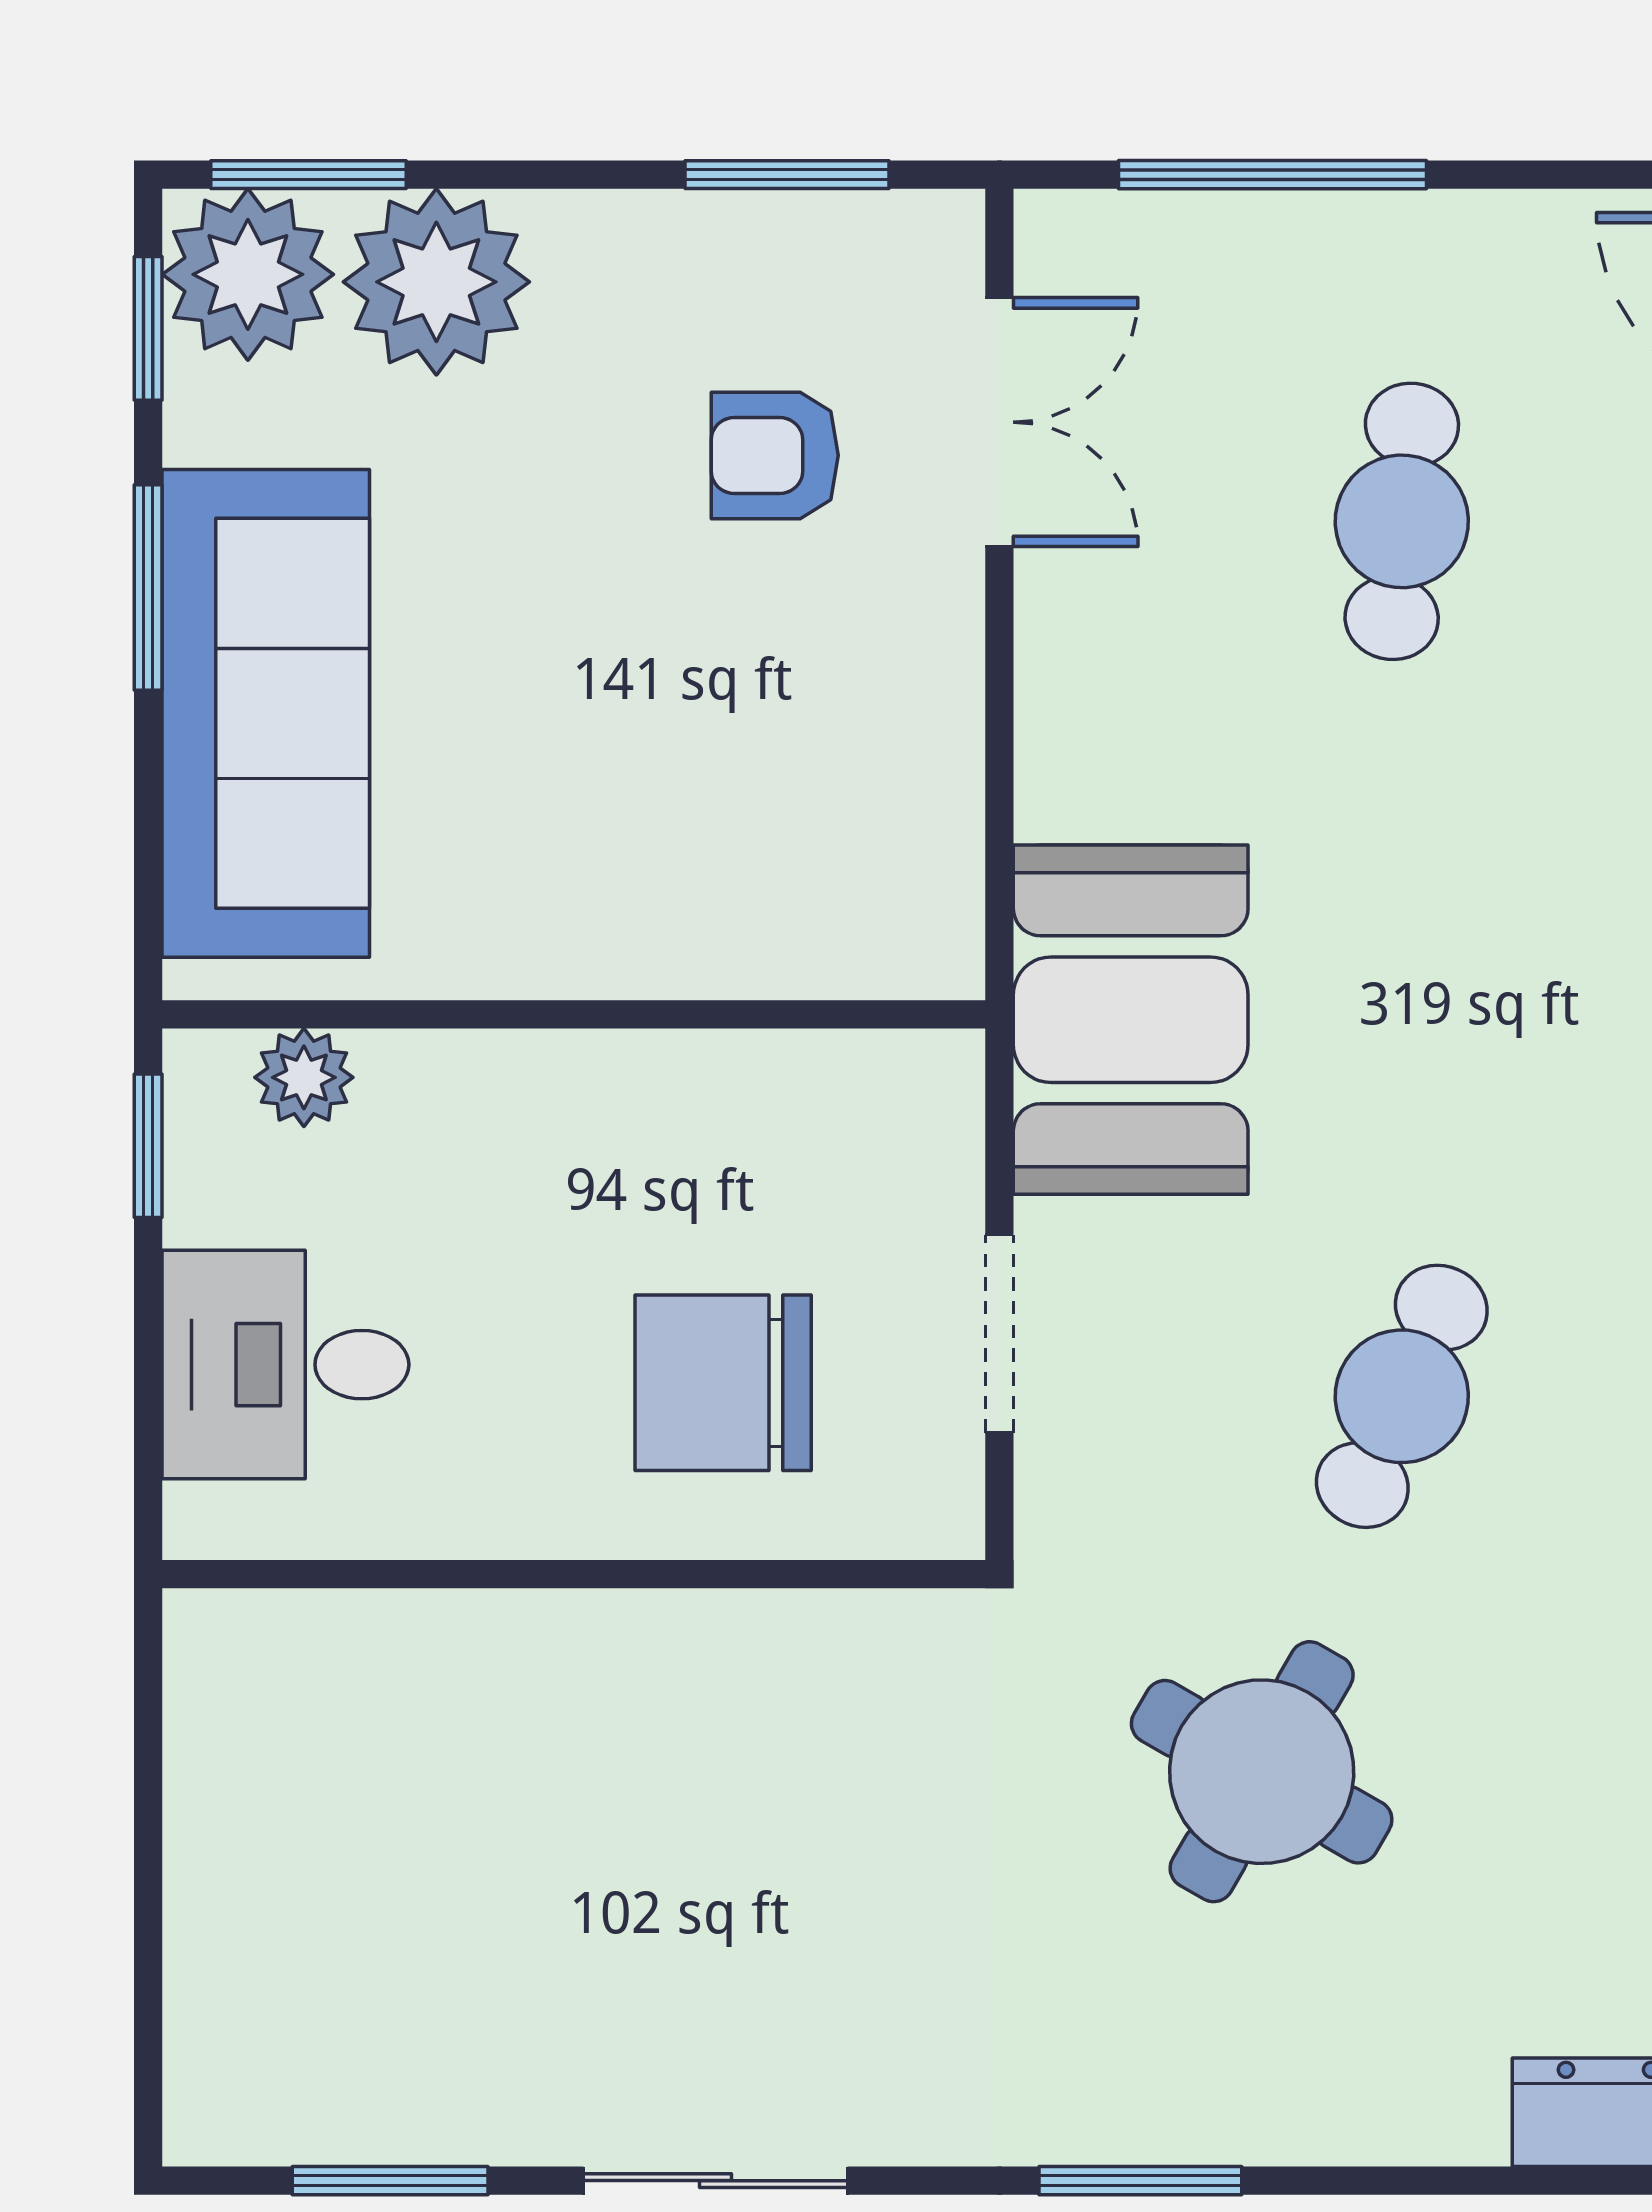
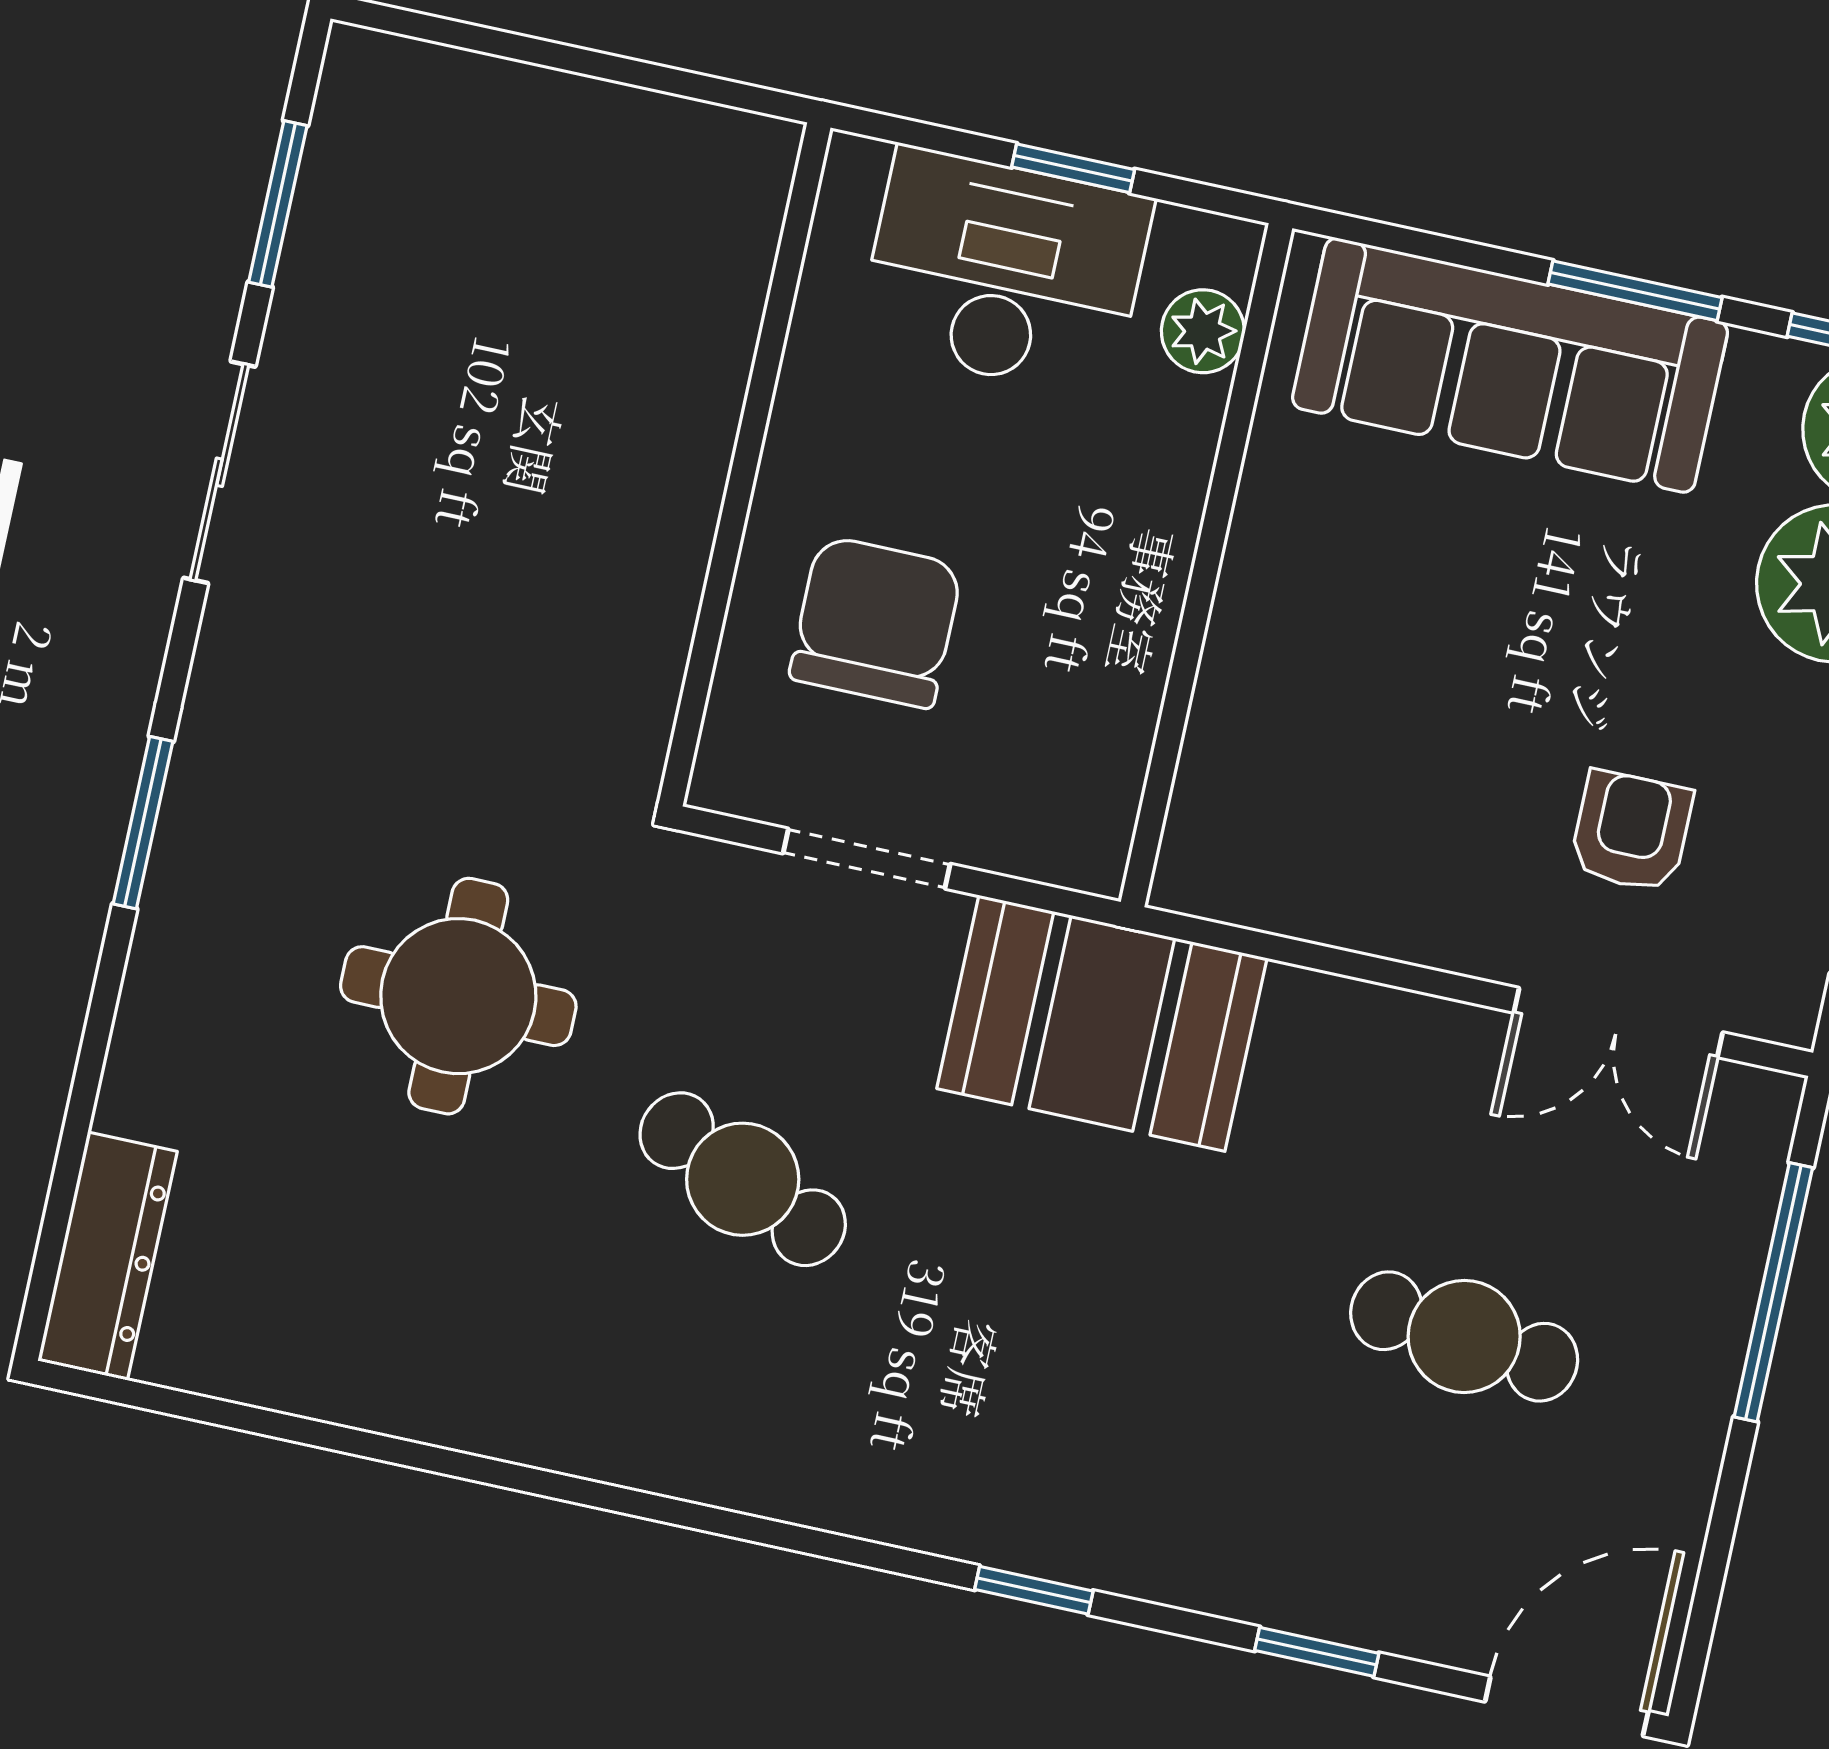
window: (148, 1146) -> (1073, 168), moved
desk: (285, 1365) -> (1005, 272), width x1.37
round table: (1262, 1772) -> (458, 996), turned -30

